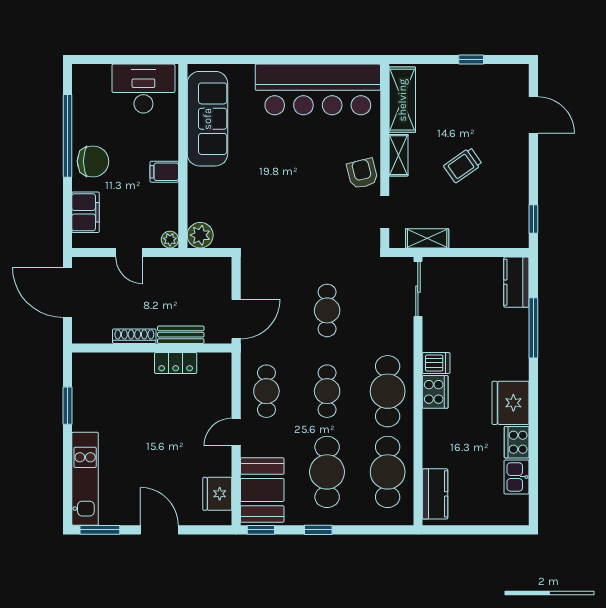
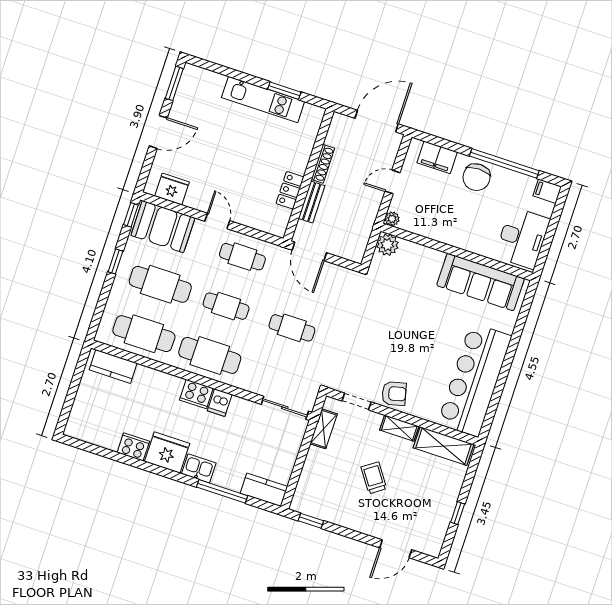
filing cabinet: (164, 172) -> (547, 191), moved, turned -90
kitchen sink: (516, 477) -> (199, 468), moved
kitchen unit: (85, 479) -> (263, 99), moved

